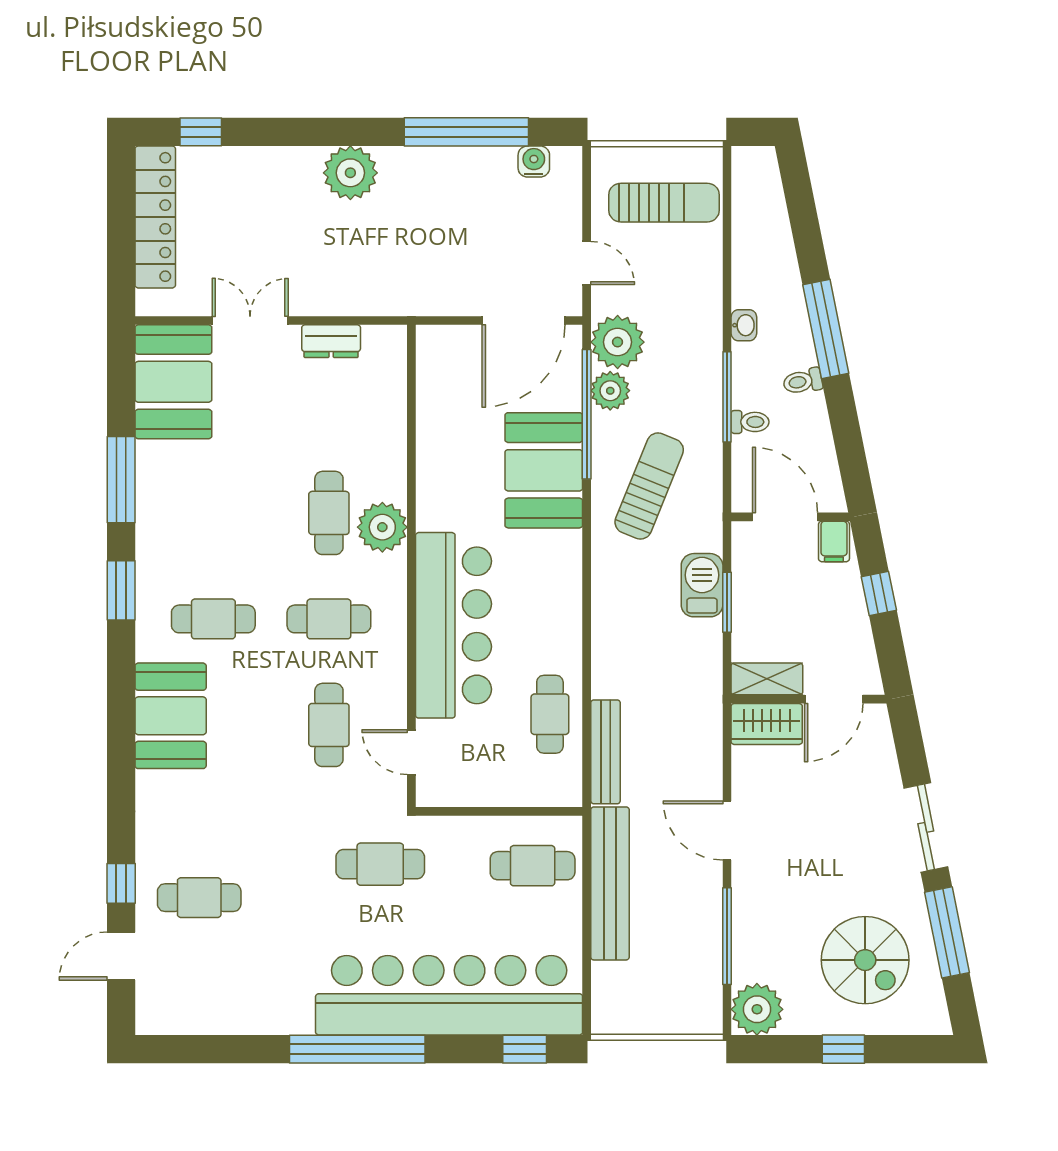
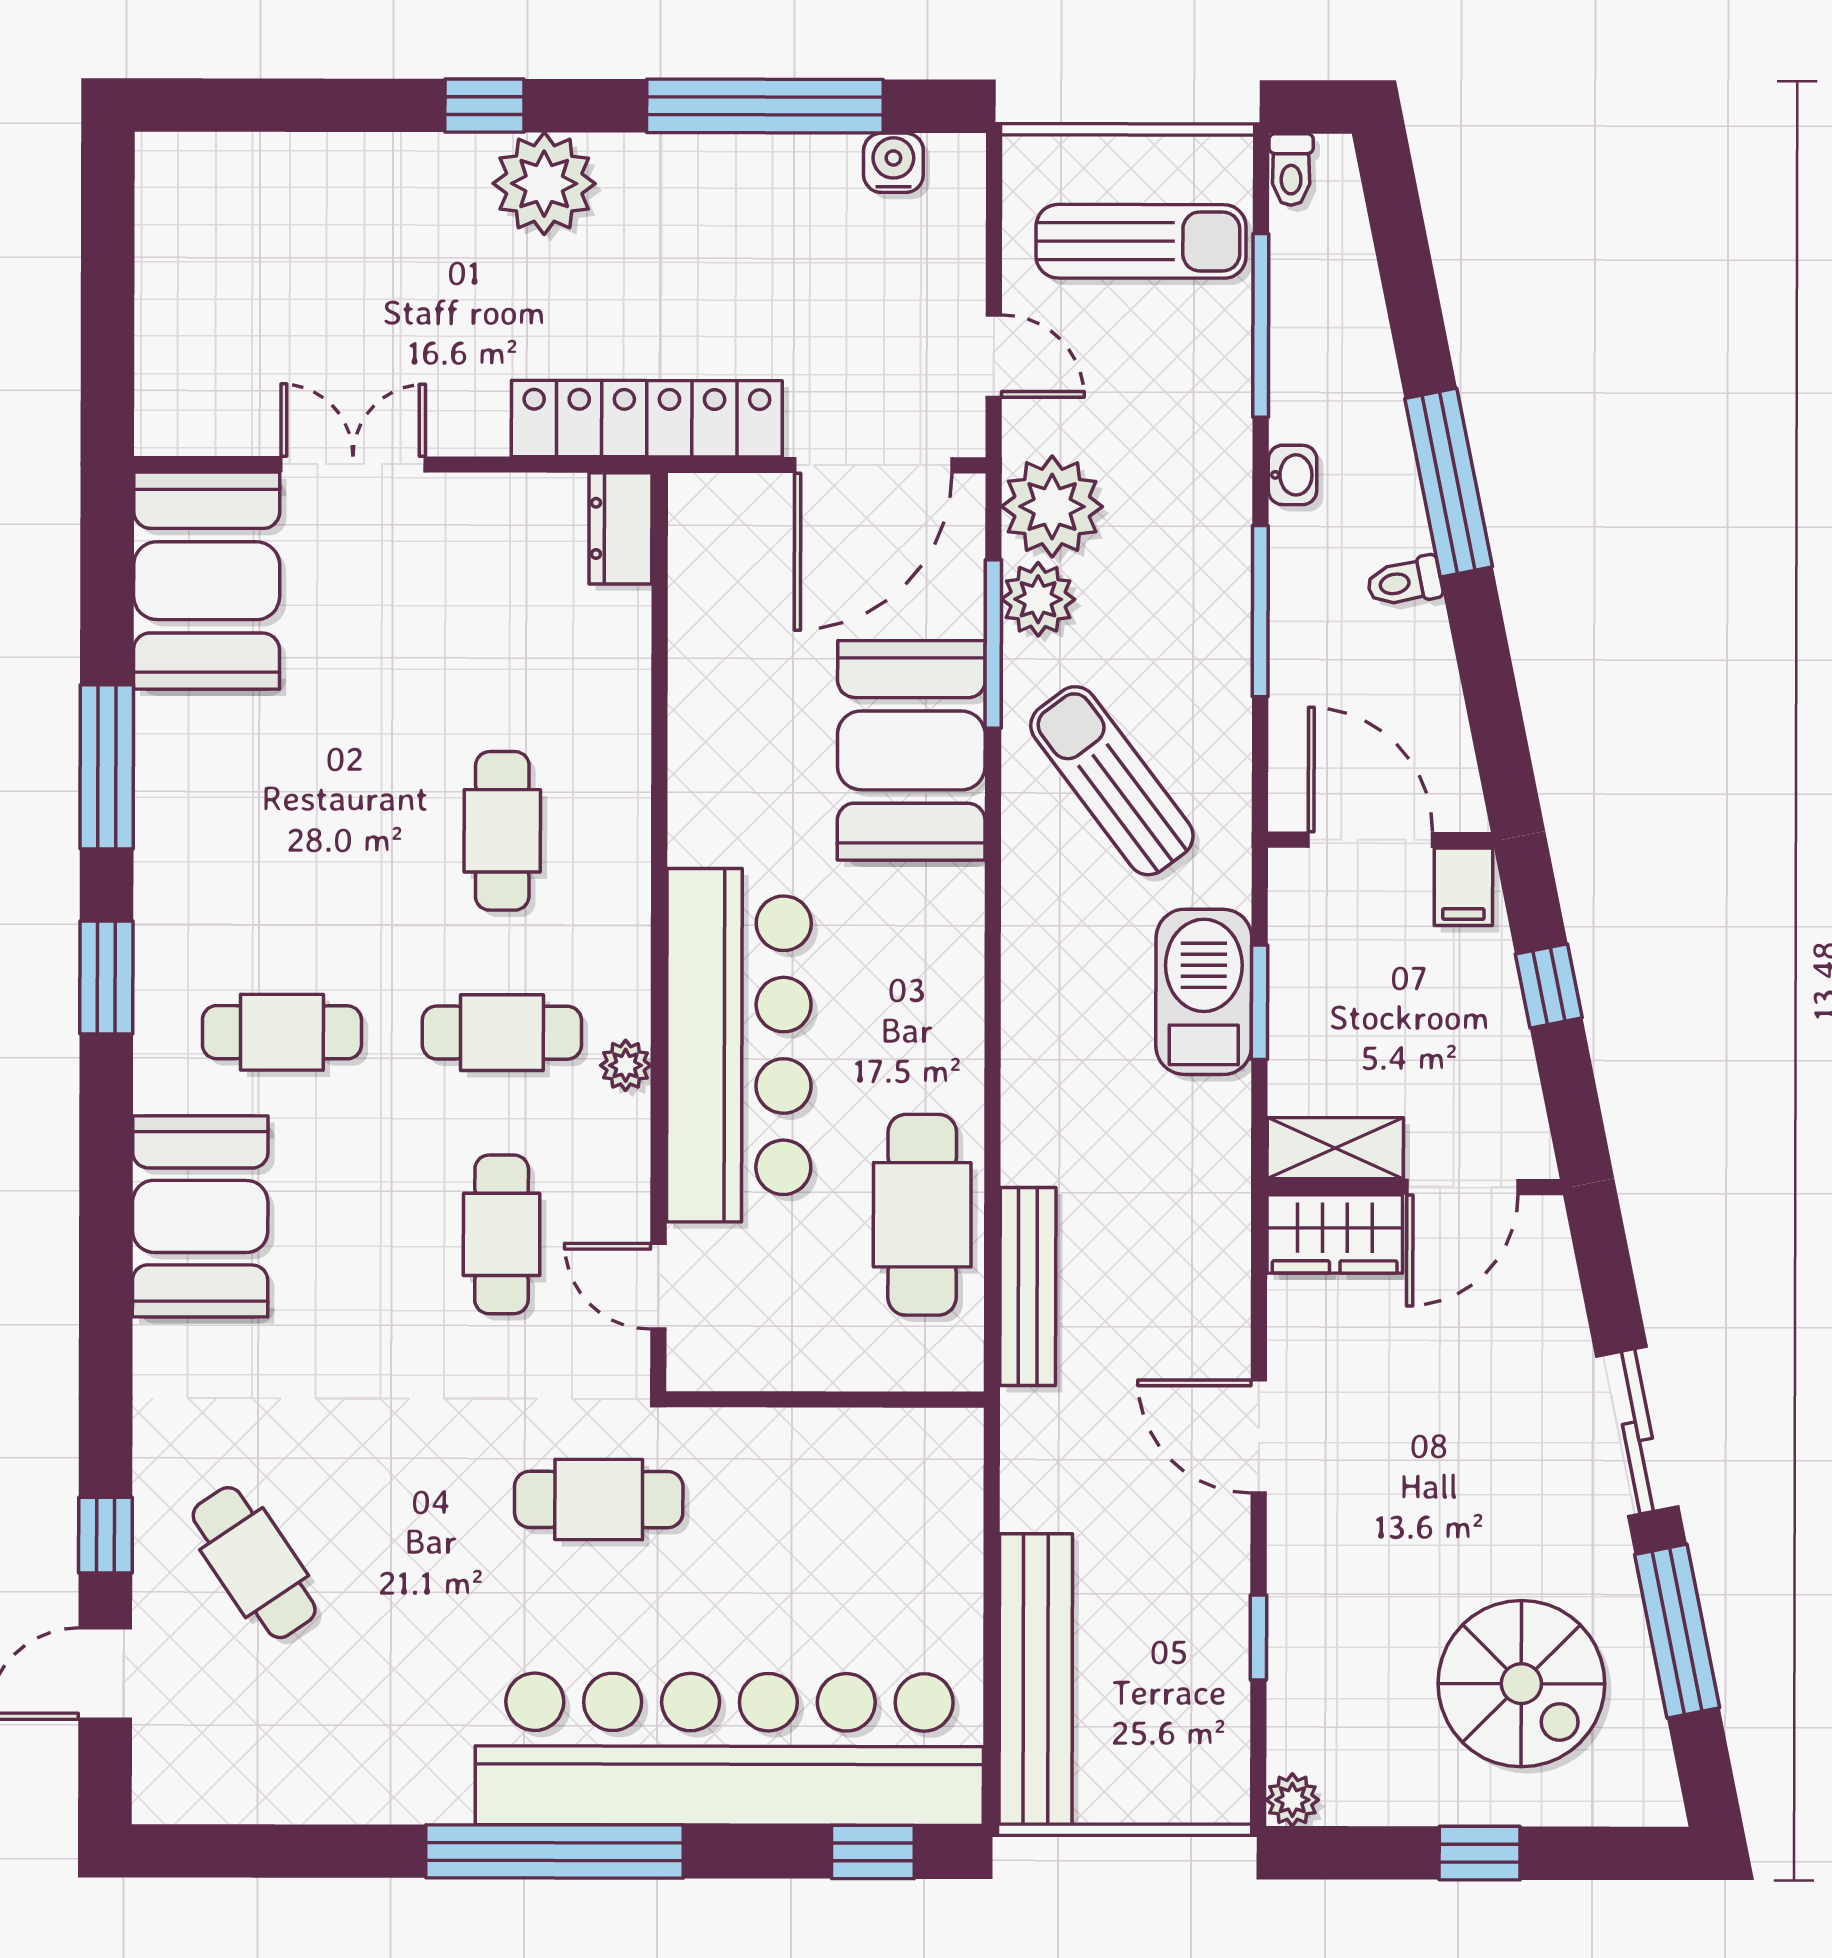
window: (201, 132) -> (484, 106), moved
locker: (155, 217) -> (647, 419), moved, turned -90
window: (727, 247) -> (1261, 325), added
dresser: (331, 341) -> (620, 528), moved, turned 90
window: (587, 414) -> (993, 644), width x0.68
toilet: (750, 422) -> (1291, 170), moved, turned 90
sun lounger: (649, 486) -> (1112, 781), turned -59
plant: (382, 527) -> (626, 1065), moved, width x0.53, depth x0.53
barbecue: (702, 585) -> (1204, 992), width x1.37, depth x1.21
cafe table: (550, 714) -> (922, 1215), width x1.37, depth x1.35
cafe table: (533, 866) -> (889, 1503), removed
bench: (610, 883) -> (1036, 1680), moved
cafe table: (199, 898) -> (254, 1563), turned 56
window: (727, 936) -> (1258, 1638), width x0.46
plant: (757, 1009) -> (1292, 1800), width x0.53, depth x0.53

